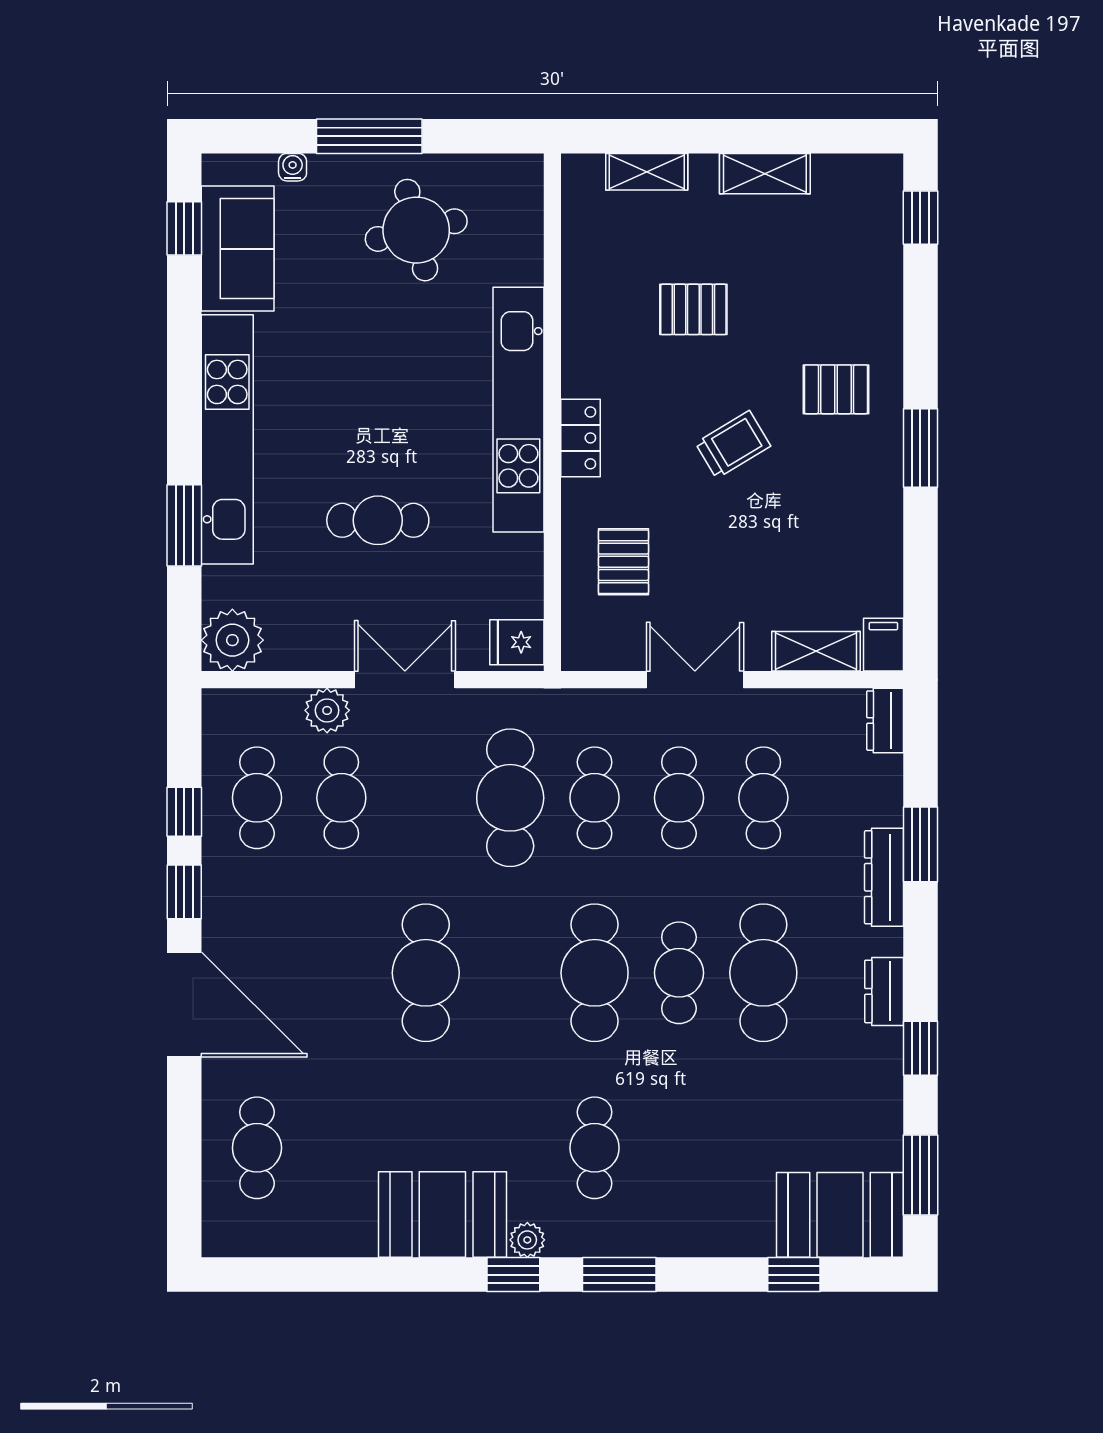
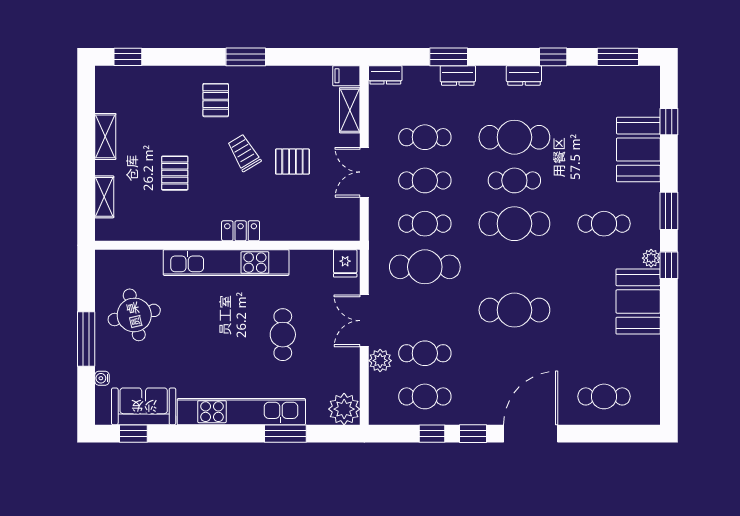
pallet: (623, 562) -> (292, 162), moved
dresser: (884, 877) -> (458, 75), width x0.70
booth: (840, 1215) -> (638, 150), moved

